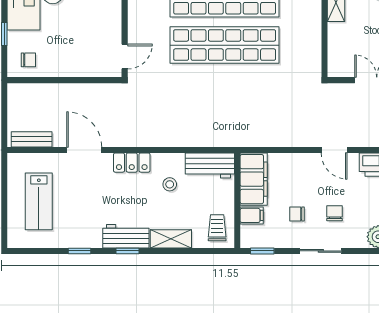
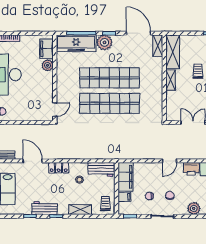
door: (334, 150) -> (170, 161), hinge flipped
workbench: (126, 236) -> (45, 208), moved

